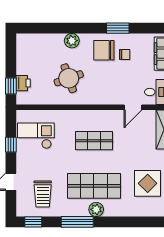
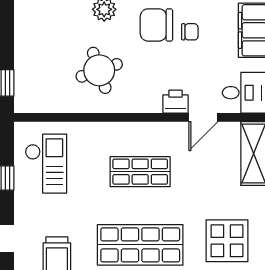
printer: (23, 83) -> (176, 102), moved, turned -90
checkout: (36, 136) -> (46, 164), turned 90

